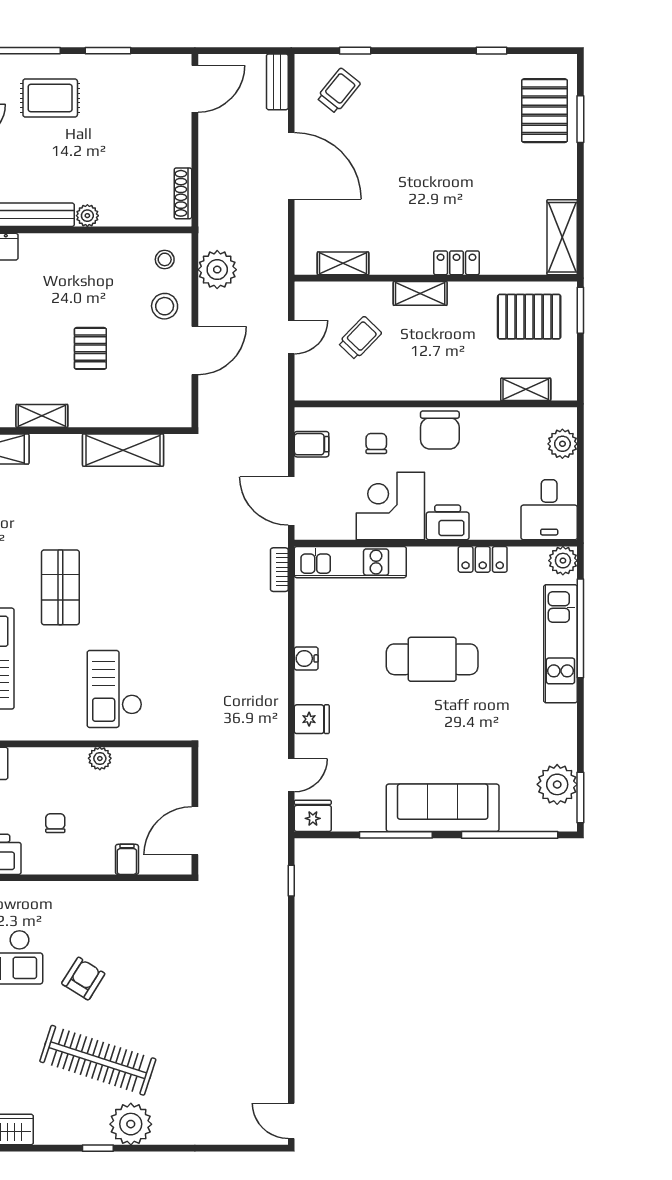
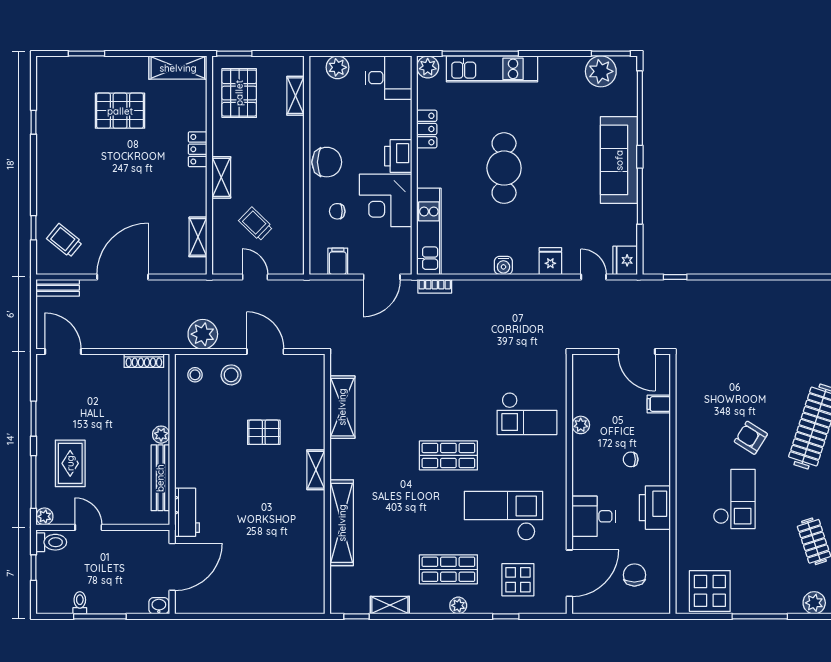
pallet: (545, 111) -> (120, 111), moved

